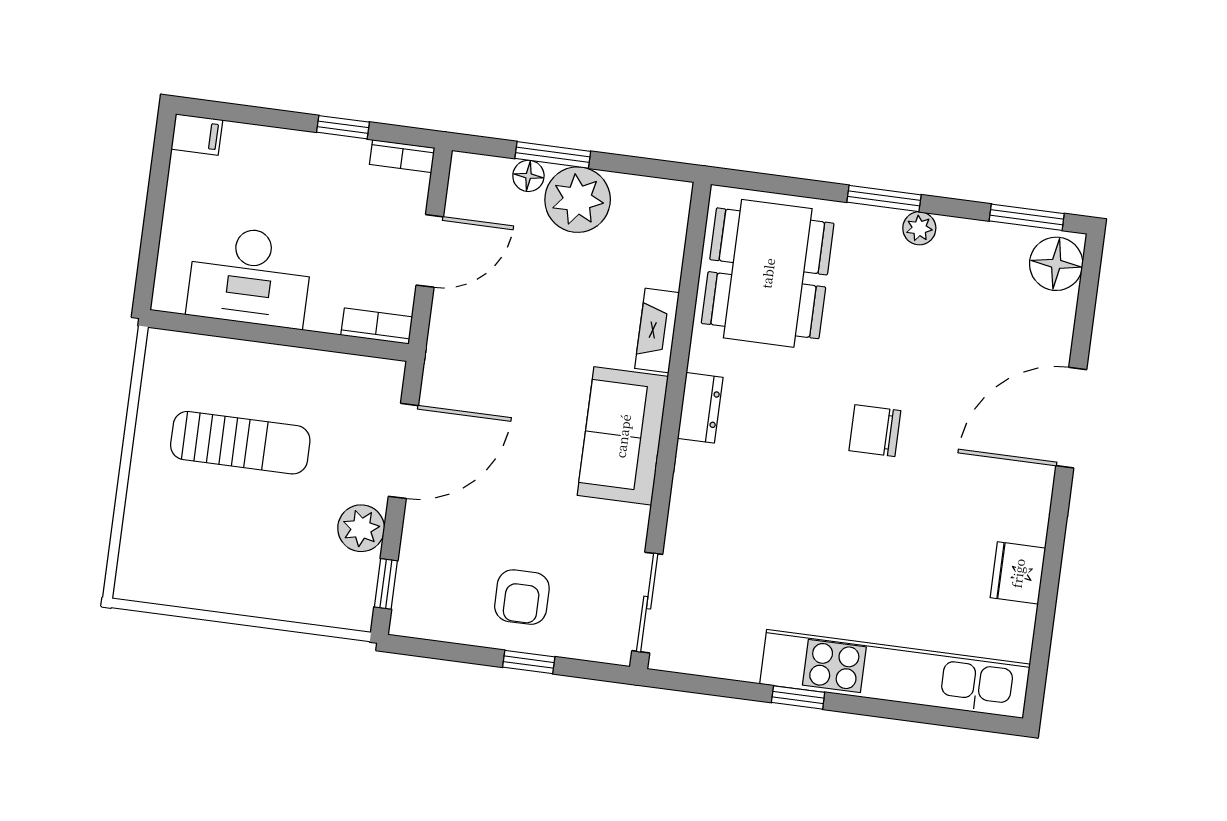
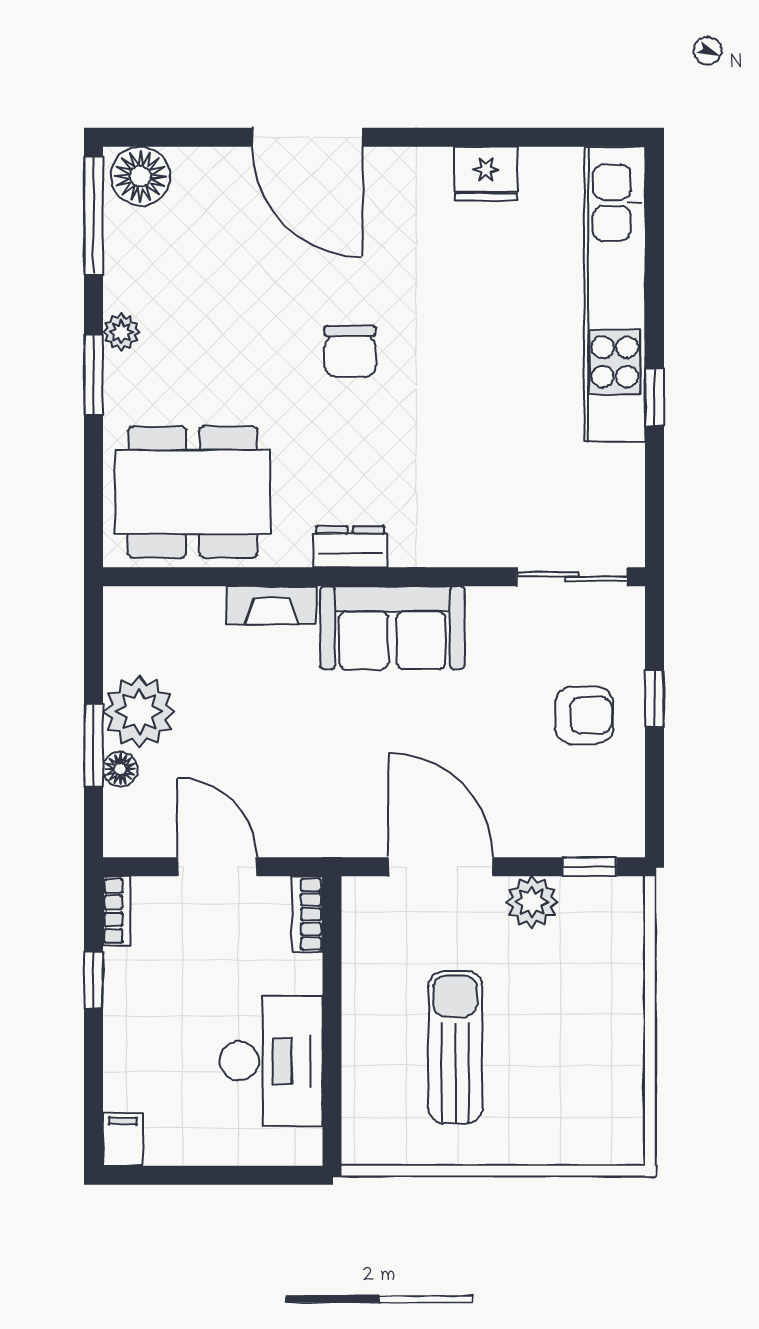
window: (1027, 217) -> (94, 215), width x1.44

